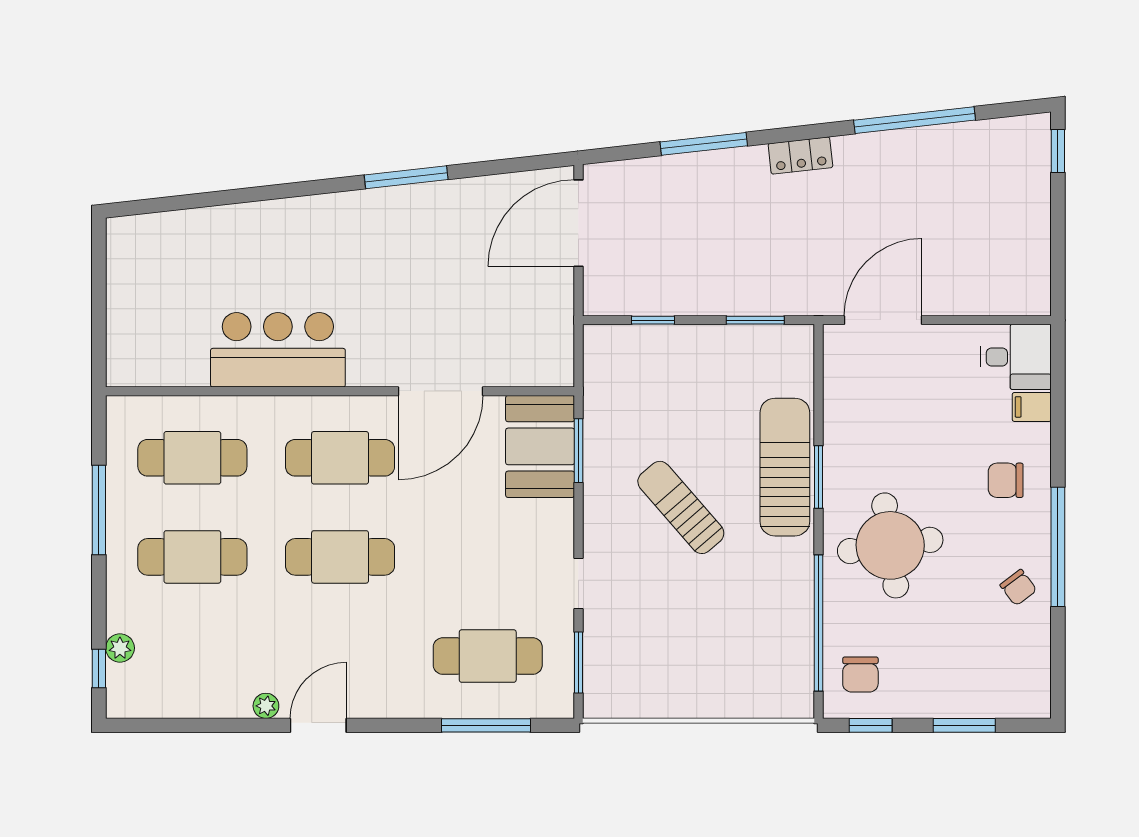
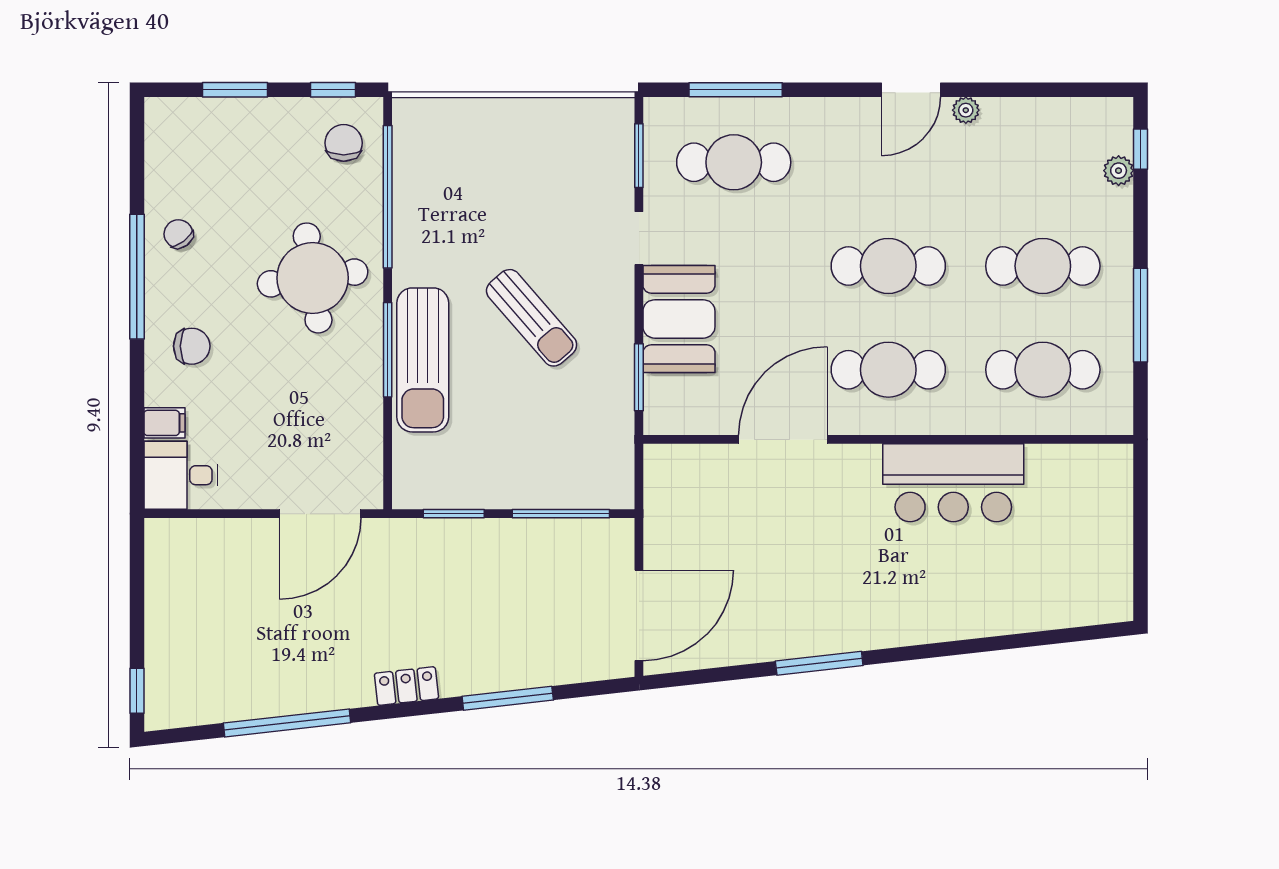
window: (653, 320) -> (561, 514), width x2.17
booth: (540, 446) -> (679, 319), moved
window: (819, 477) -> (388, 350), width x1.44

